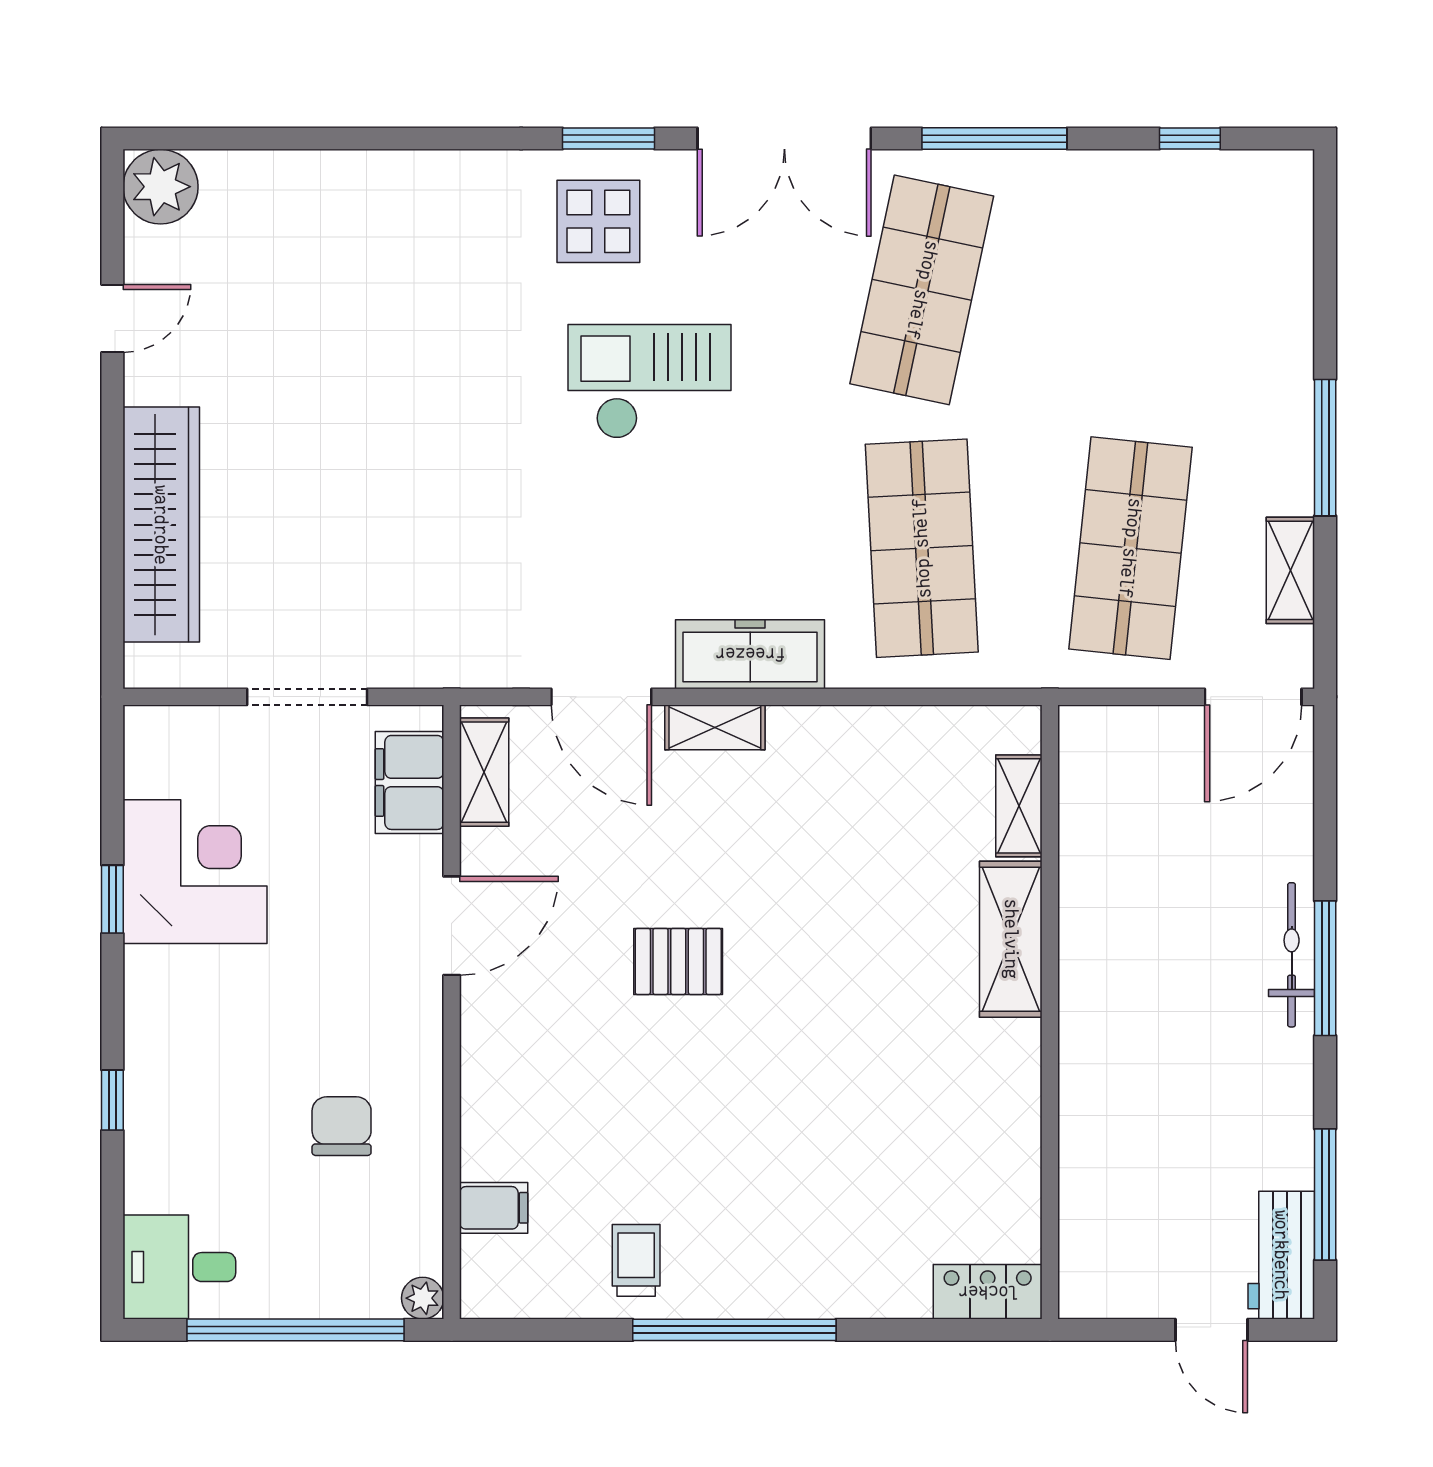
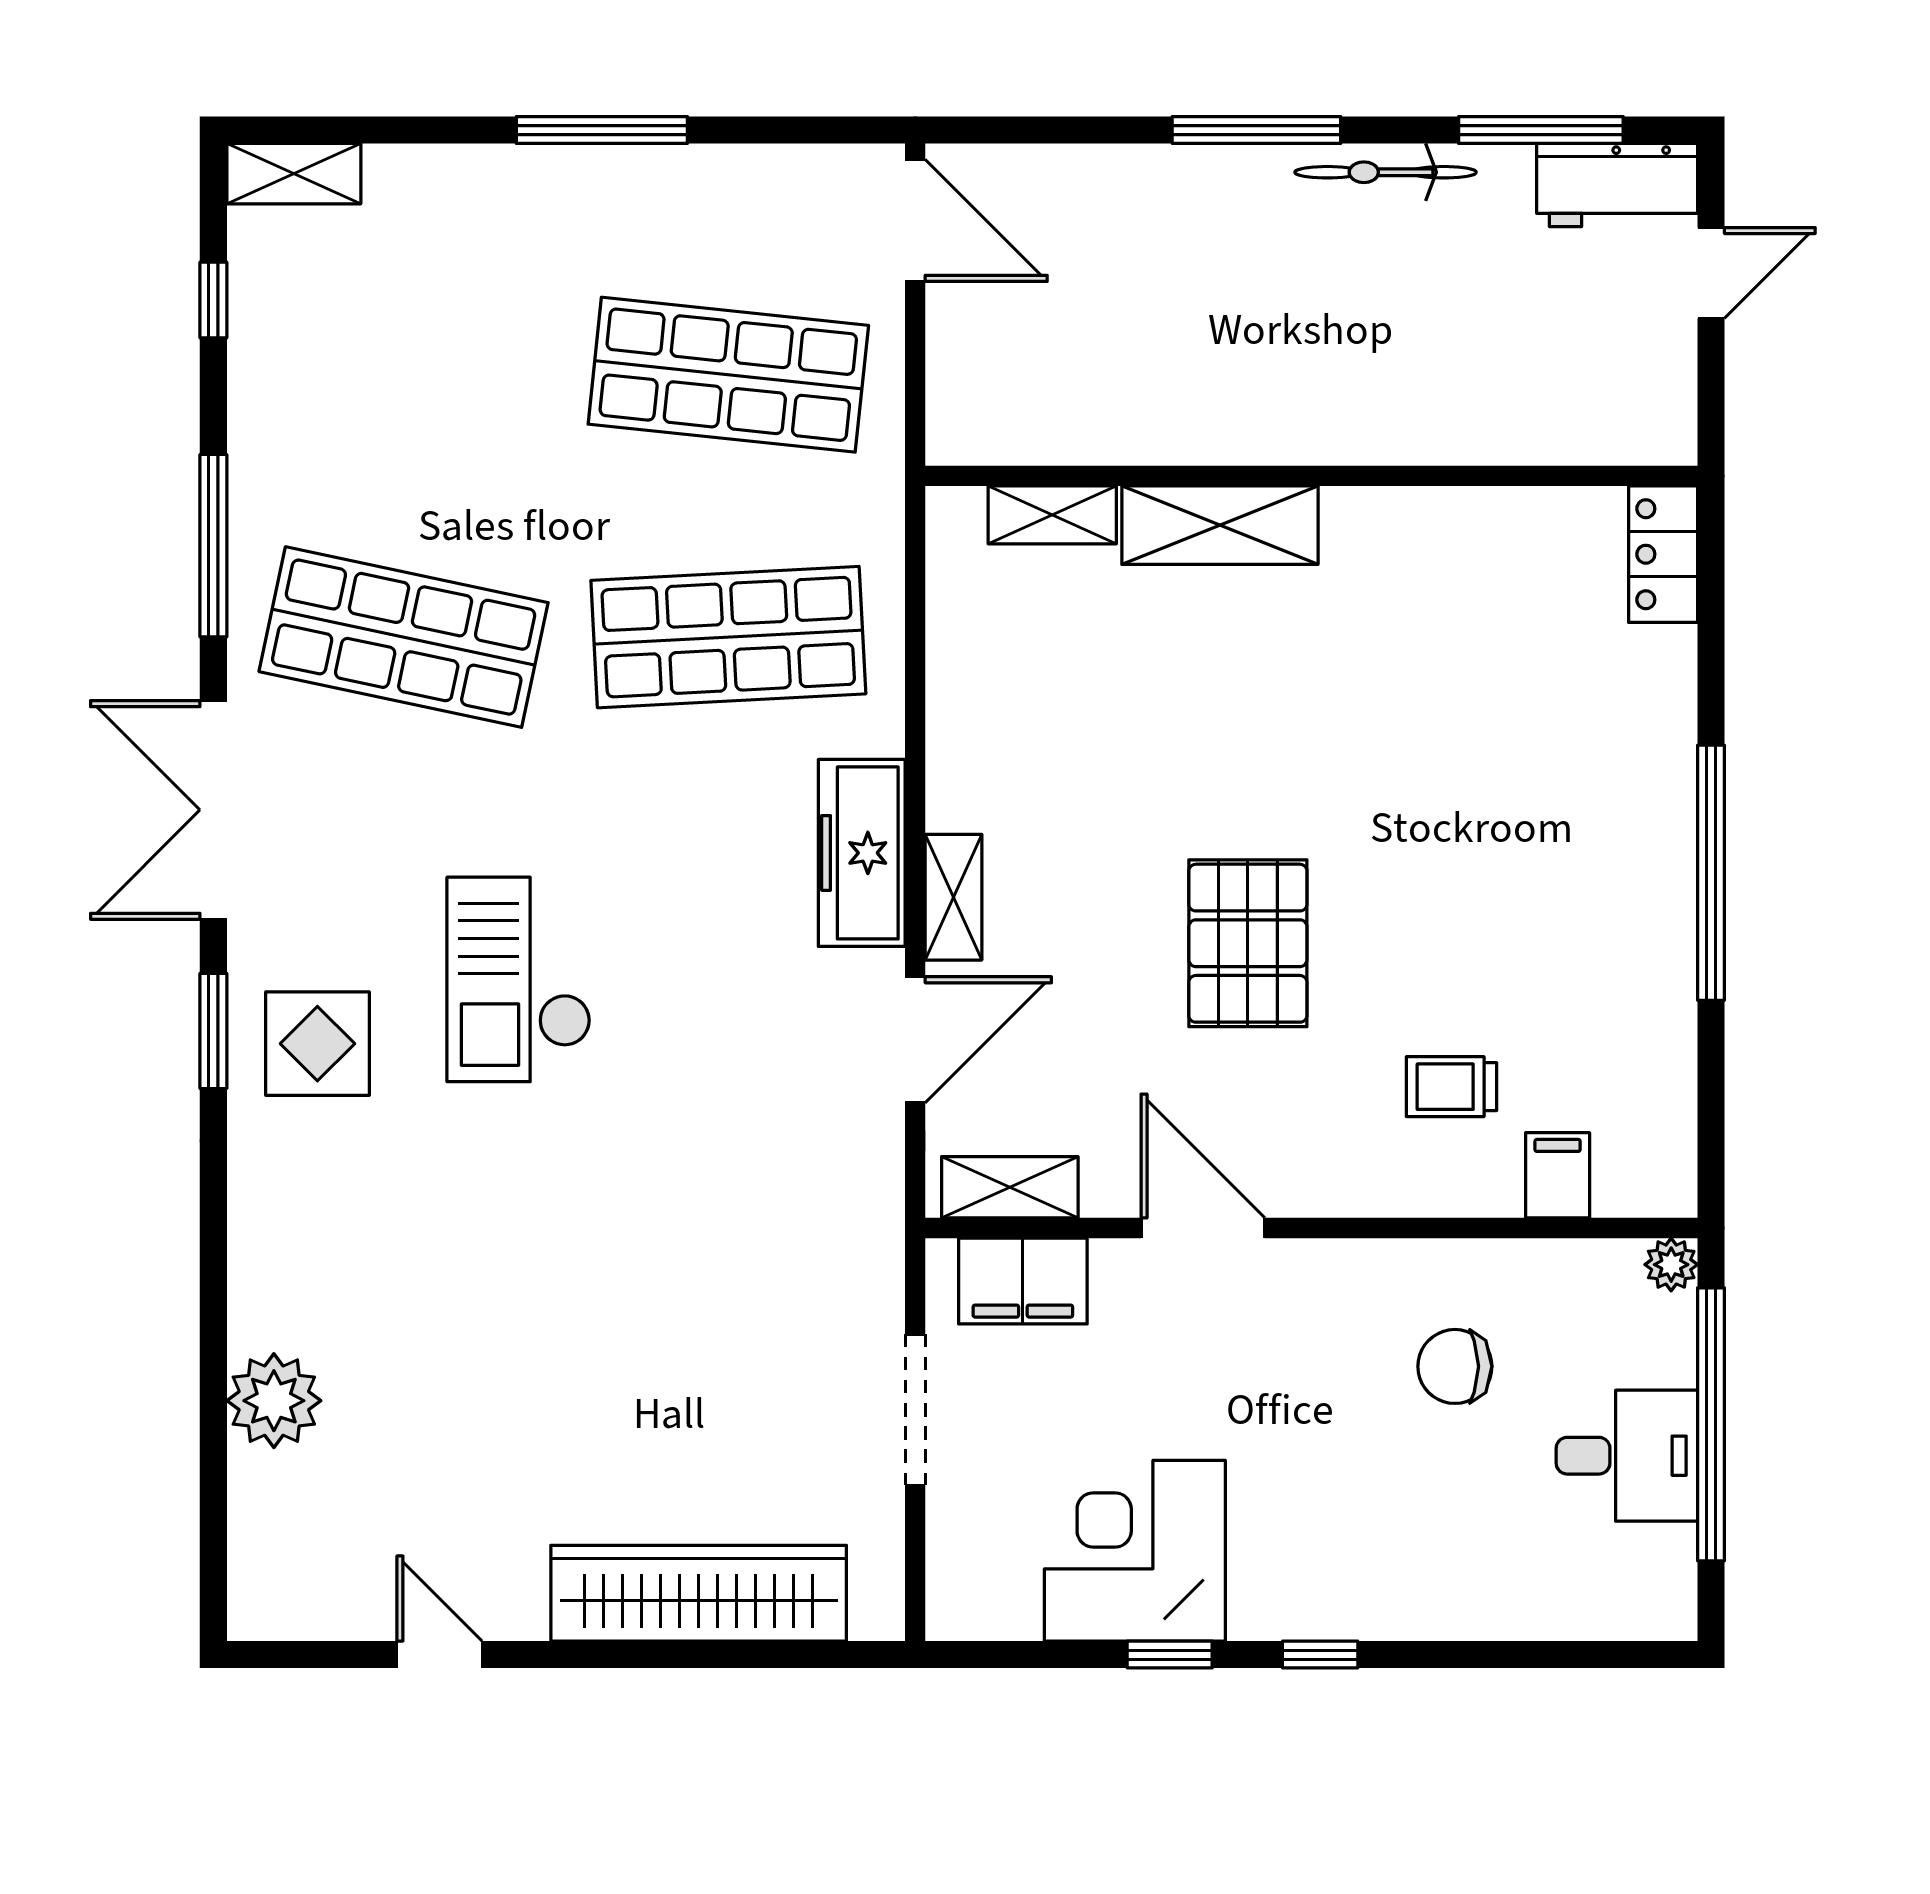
double door: (784, 139) -> (213, 810), swing flipped
plant: (161, 187) -> (274, 1401), moved
shelving: (1290, 570) -> (294, 174), moved
bicycle: (1292, 955) -> (1386, 172), moved
pallet: (678, 961) -> (1248, 943), width x1.50, depth x1.42
window: (112, 1100) -> (1320, 1655), moved
trolley: (636, 1260) -> (1451, 1087), moved
desk: (179, 1267) -> (1627, 1456), moved, turned -90

